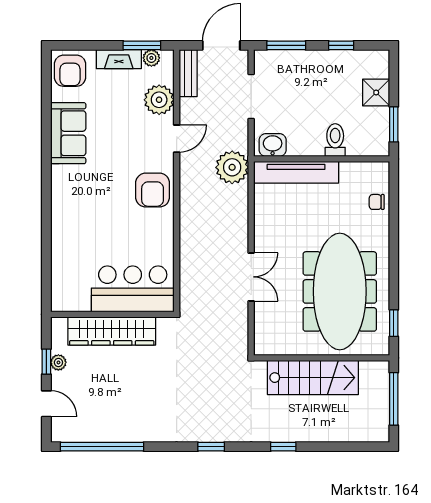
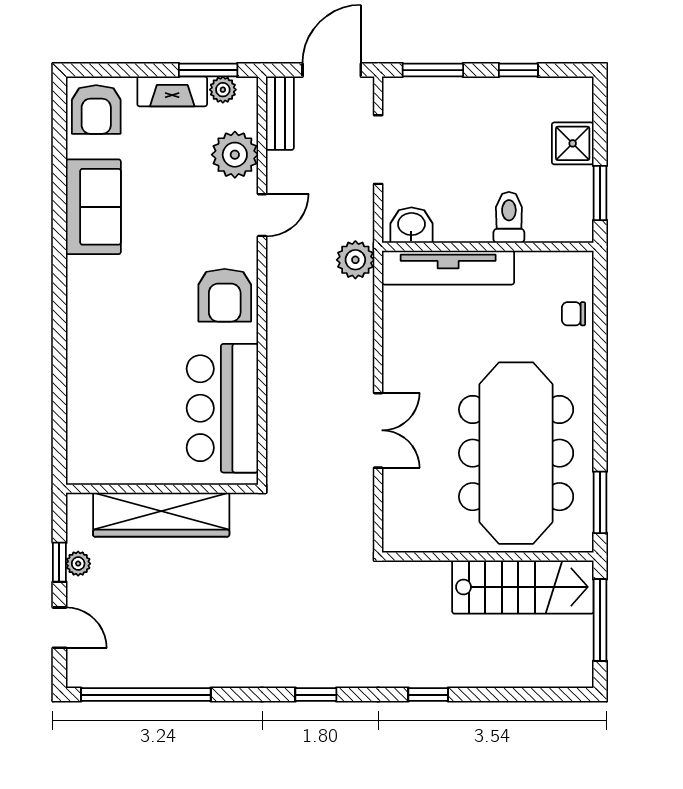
plant: (232, 167) -> (355, 260), width x0.73, depth x0.73
bar counter: (133, 289) -> (222, 408), moved, turned -90
window: (394, 323) -> (600, 502), width x1.50
stairs: (313, 378) -> (523, 587), moved

